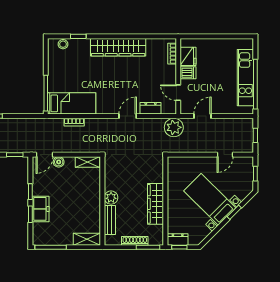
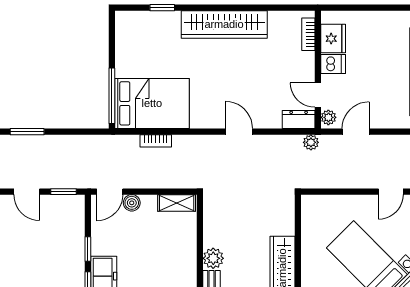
stool: (63, 44) -> (139, 20), removed
bed: (72, 103) -> (152, 103), width x1.50
plant: (185, 107) -> (328, 117), added
dresser: (151, 108) -> (299, 119), moved
door: (128, 116) -> (239, 132), hinge flipped
plant: (174, 127) -> (311, 142), width x0.53, depth x0.53

